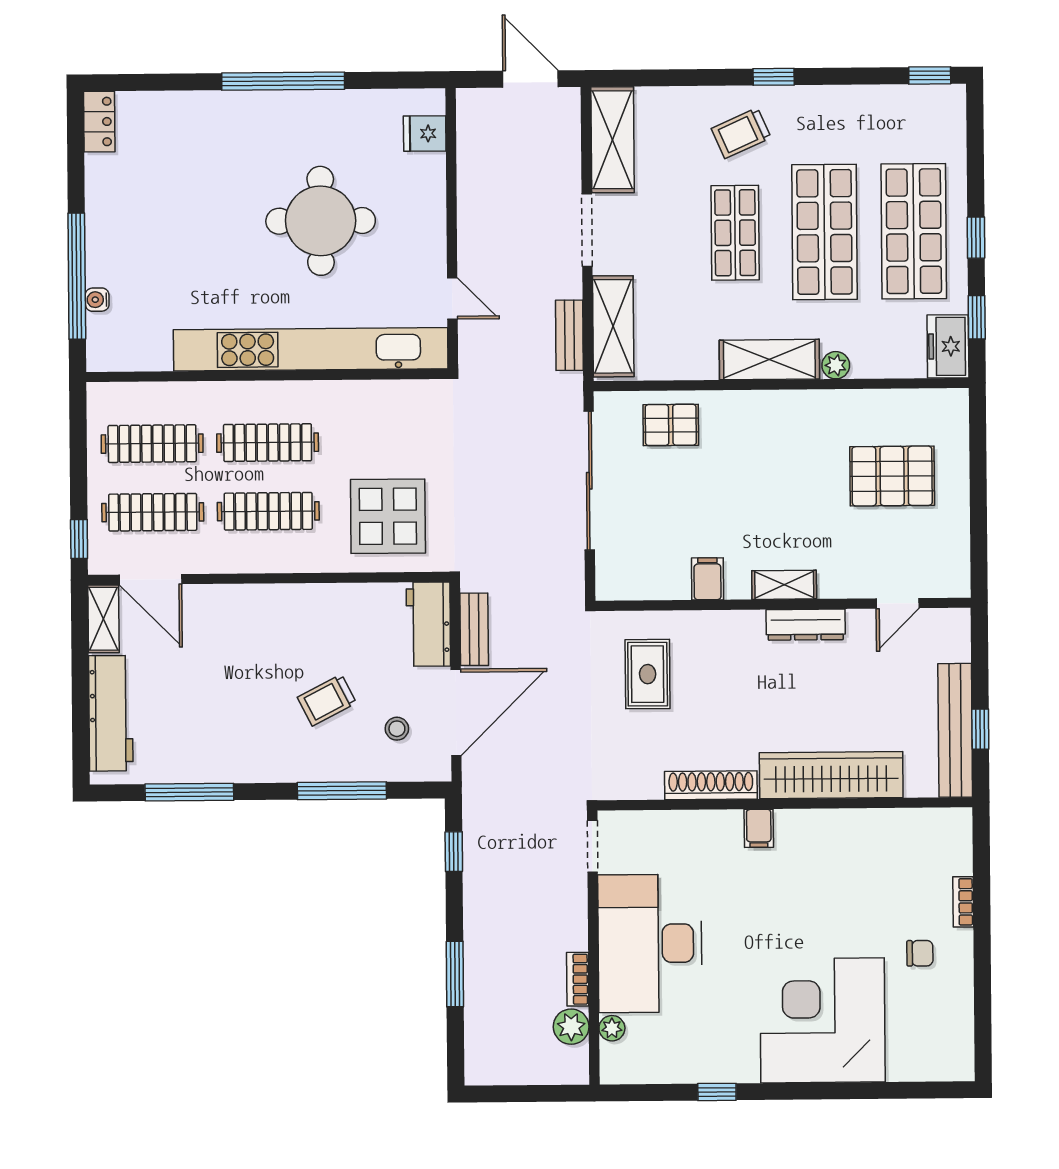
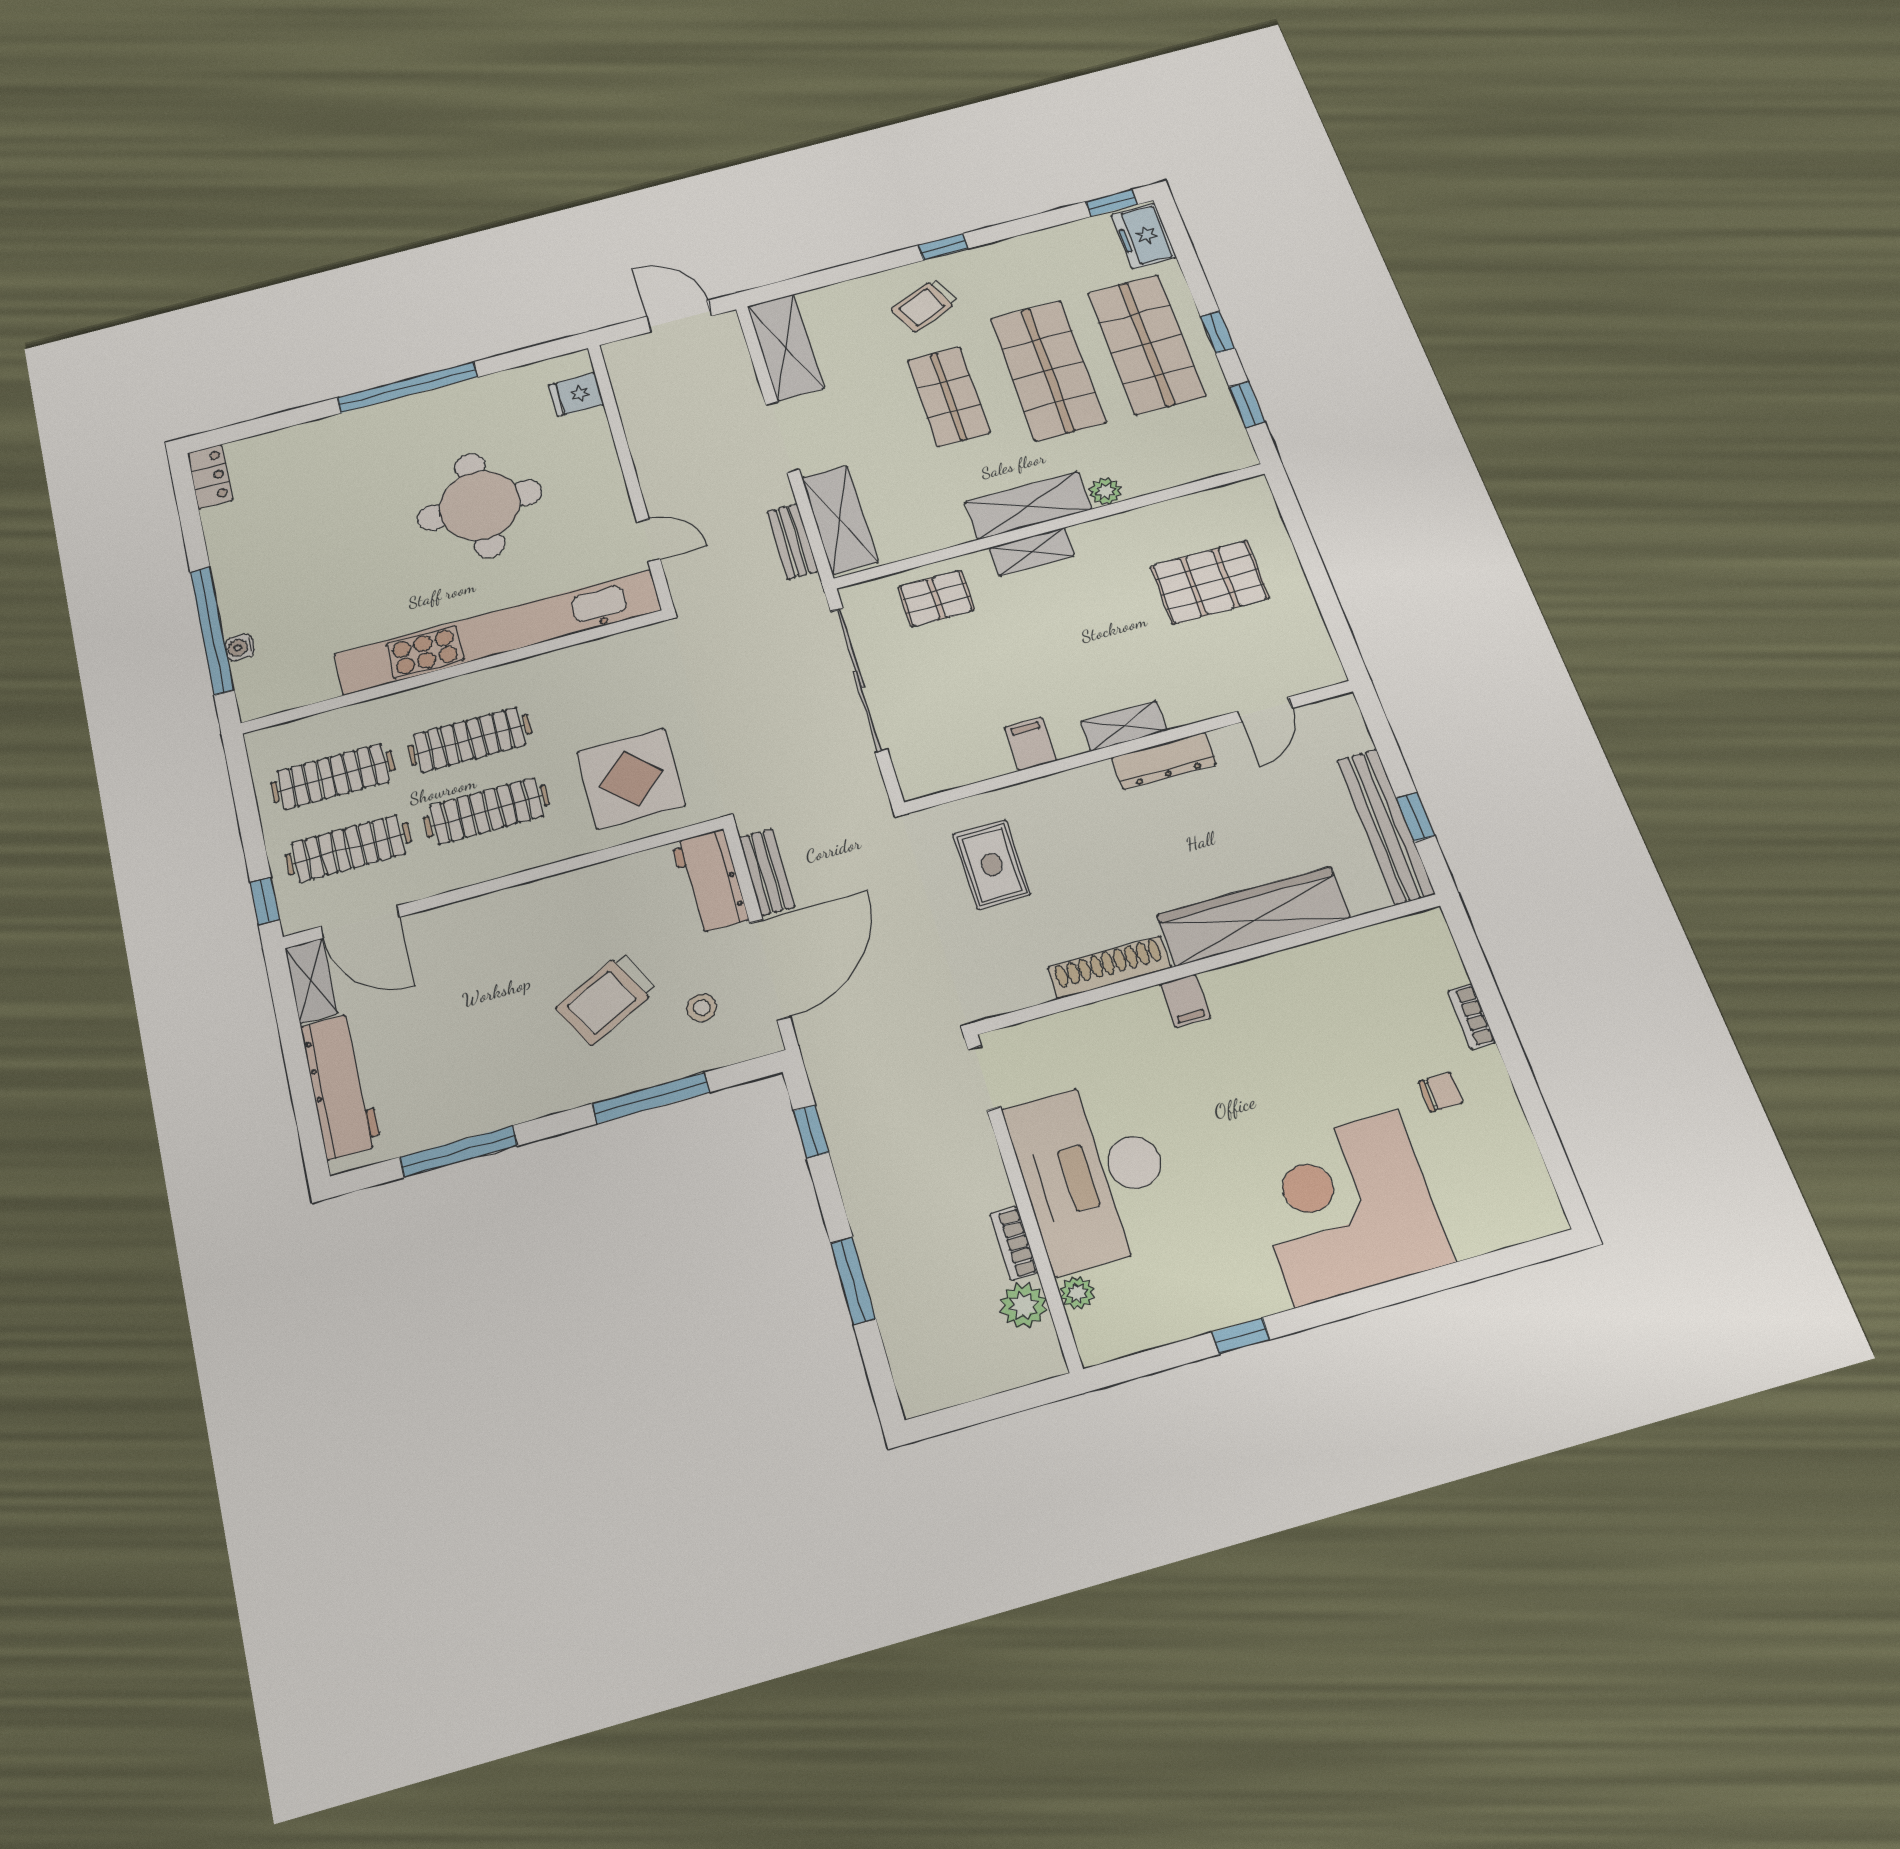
freezer: (948, 346) -> (1144, 236), moved
shelving: (760, 405) -> (1032, 552), added
trolley: (327, 700) -> (607, 999), width x1.36, depth x1.39

